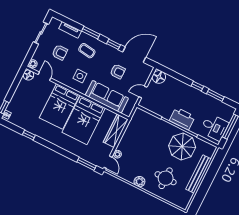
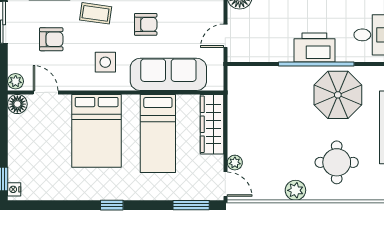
armchair: (118, 71) -> (146, 24), moved
bed: (84, 120) -> (158, 133), width x0.67
window: (29, 135) -> (112, 205), moved

